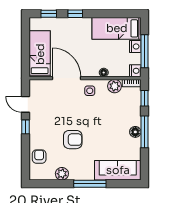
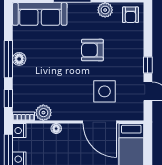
side table: (90, 91) -> (105, 91), moved, width x1.87, depth x1.87
armchair: (39, 157) -> (130, 15), moved

